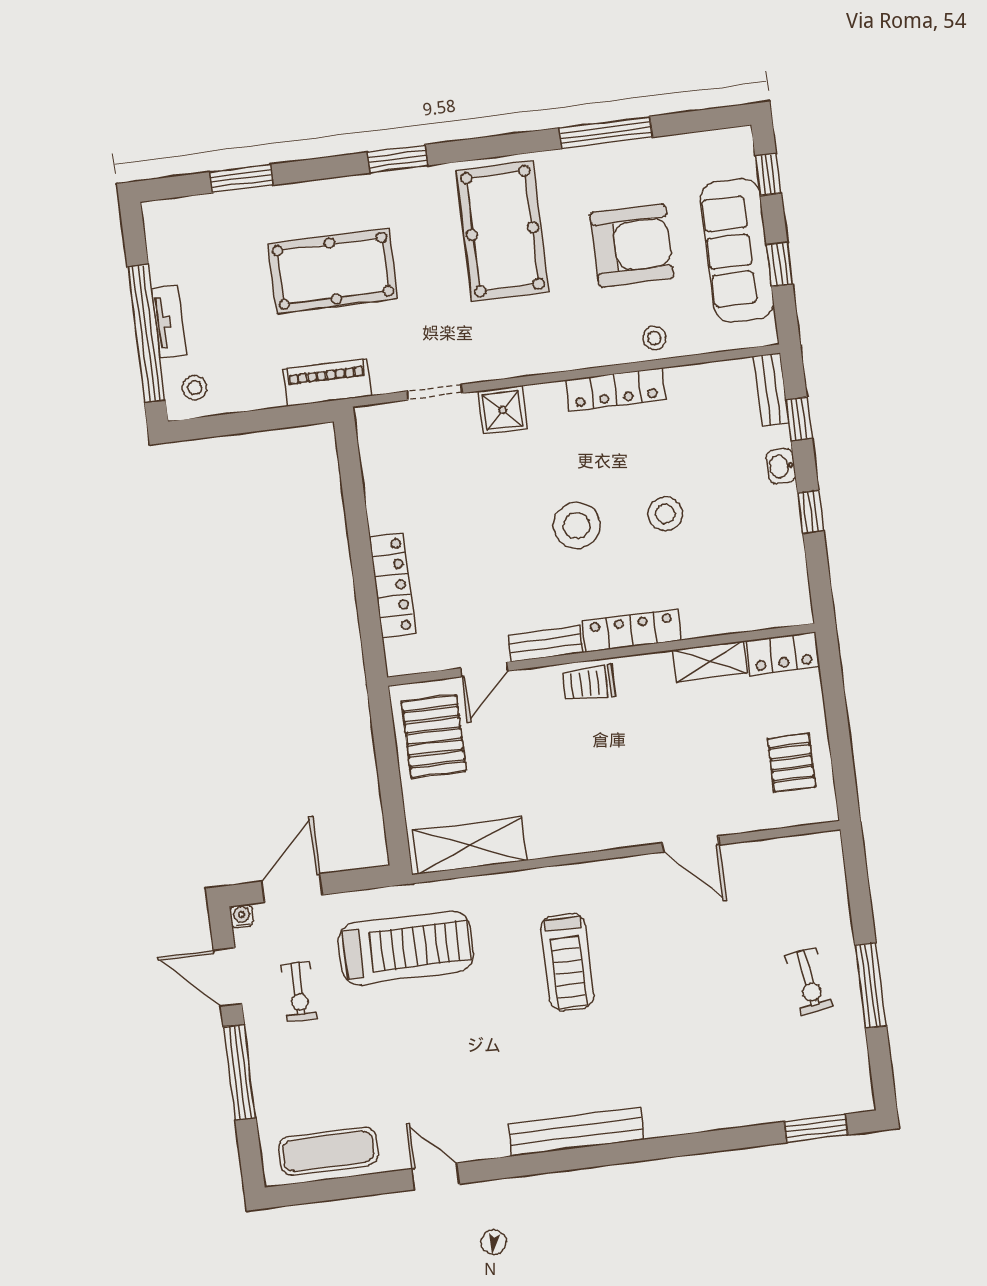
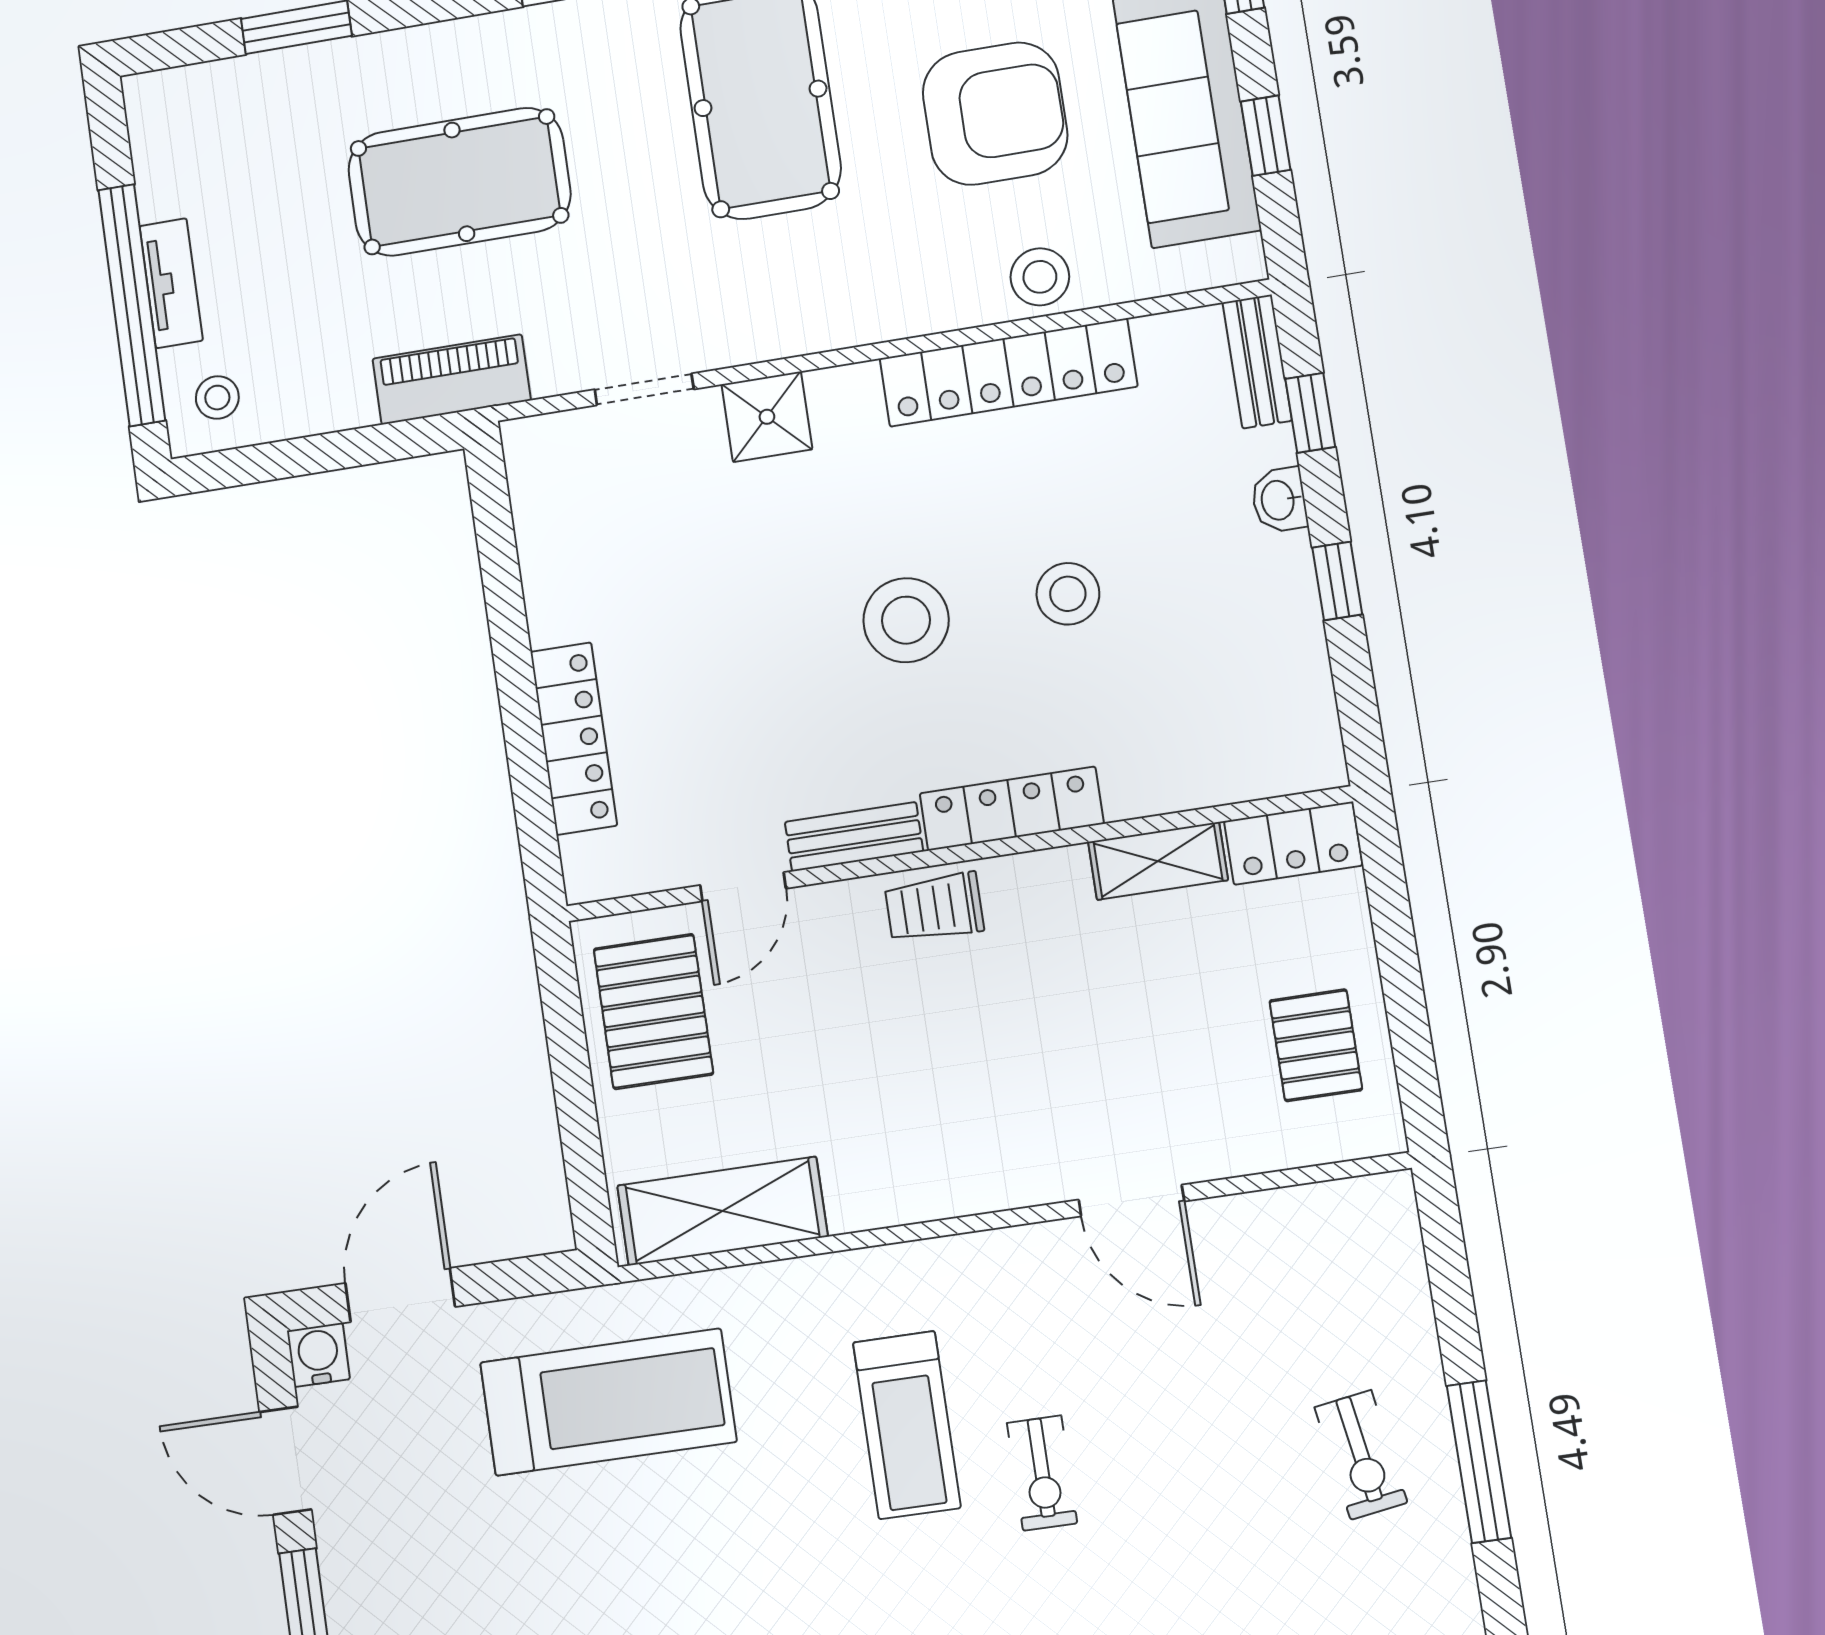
stool: (654, 338) -> (1040, 277), width x1.37, depth x1.37
locker: (615, 390) -> (1008, 372), width x1.41, depth x1.21
water cooler: (242, 916) -> (318, 1355), width x1.38, depth x1.38
exercise bike: (299, 992) -> (1042, 1473), moved

